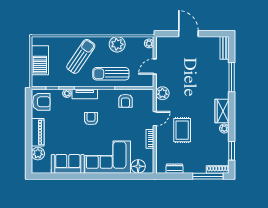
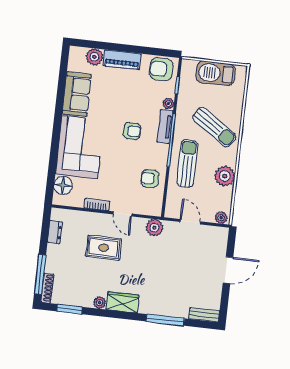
armchair: (41, 102) -> (161, 69), turned 90

